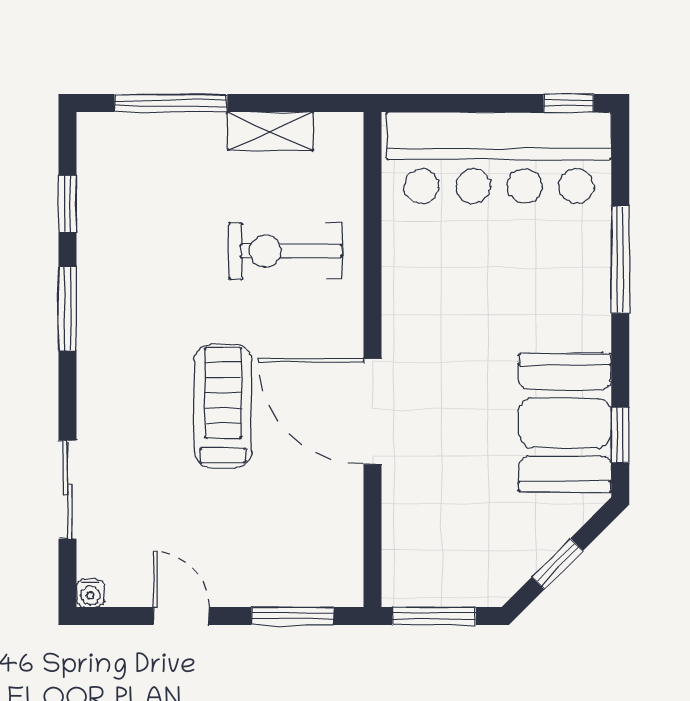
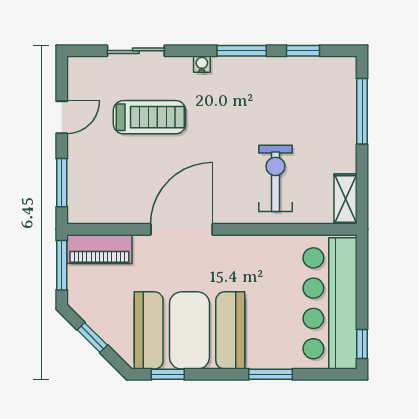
shelving: (270, 131) -> (346, 199), moved
window: (620, 260) -> (270, 374), width x0.69
treadmill: (223, 406) -> (149, 117), moved
booth: (565, 423) -> (189, 330), width x1.36, depth x1.42
piano: (406, 552) -> (99, 249), added
water cooler: (90, 593) -> (202, 64), moved, turned 90

